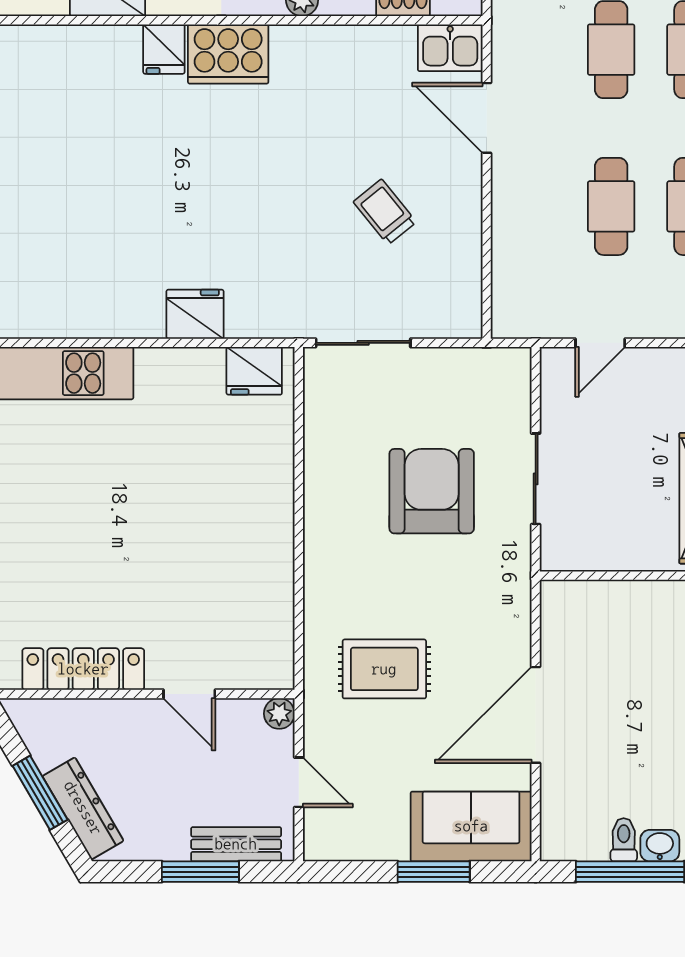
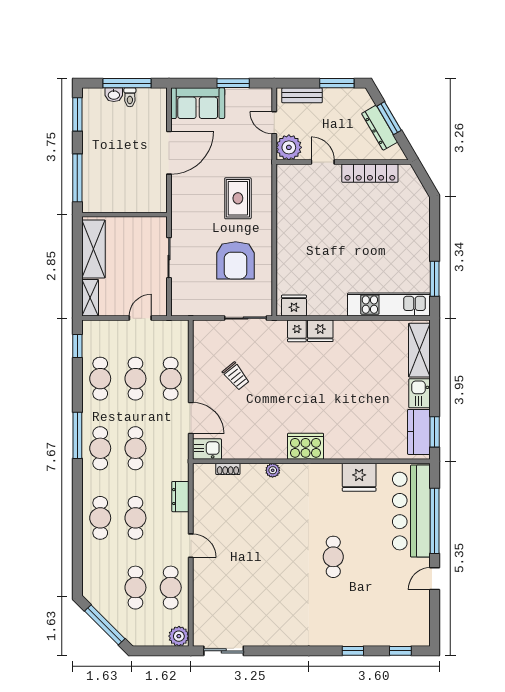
fridge: (164, 49) -> (297, 331), moved, turned 180
cafe table: (532, 206) -> (171, 379), added
armchair: (432, 491) -> (236, 260), moved
rug: (384, 669) -> (238, 198), moved, turned 90
plant: (279, 714) -> (289, 147), width x1.88, depth x1.88
dresser: (83, 808) -> (380, 128), moved
window: (200, 872) -> (337, 83), moved
window: (434, 872) -> (233, 83), moved

